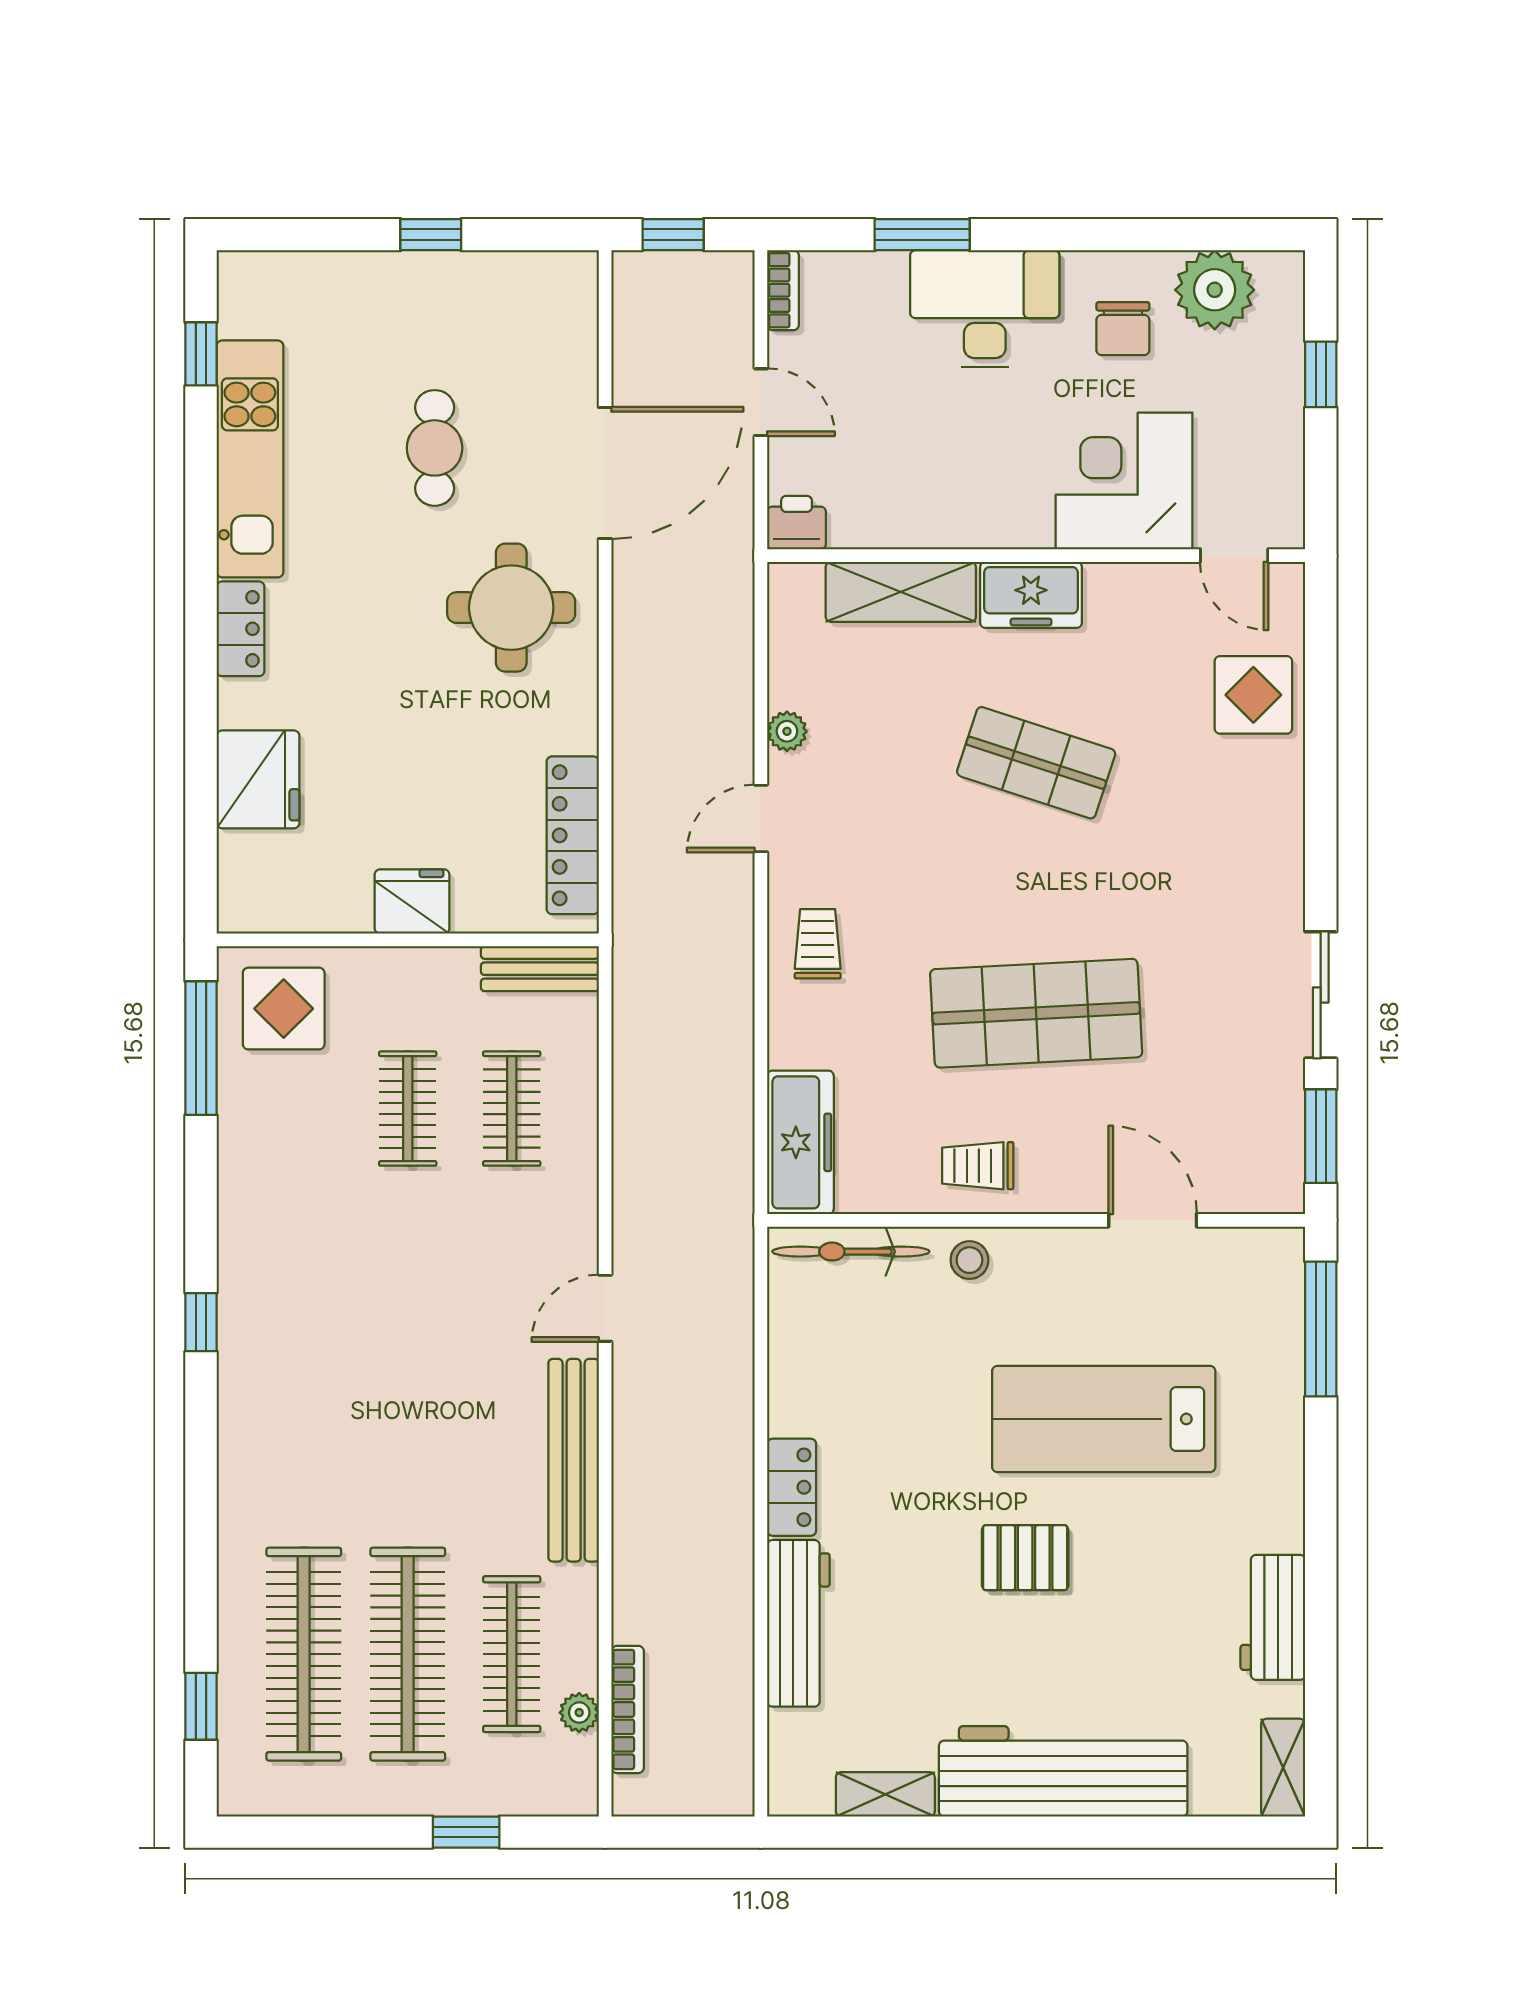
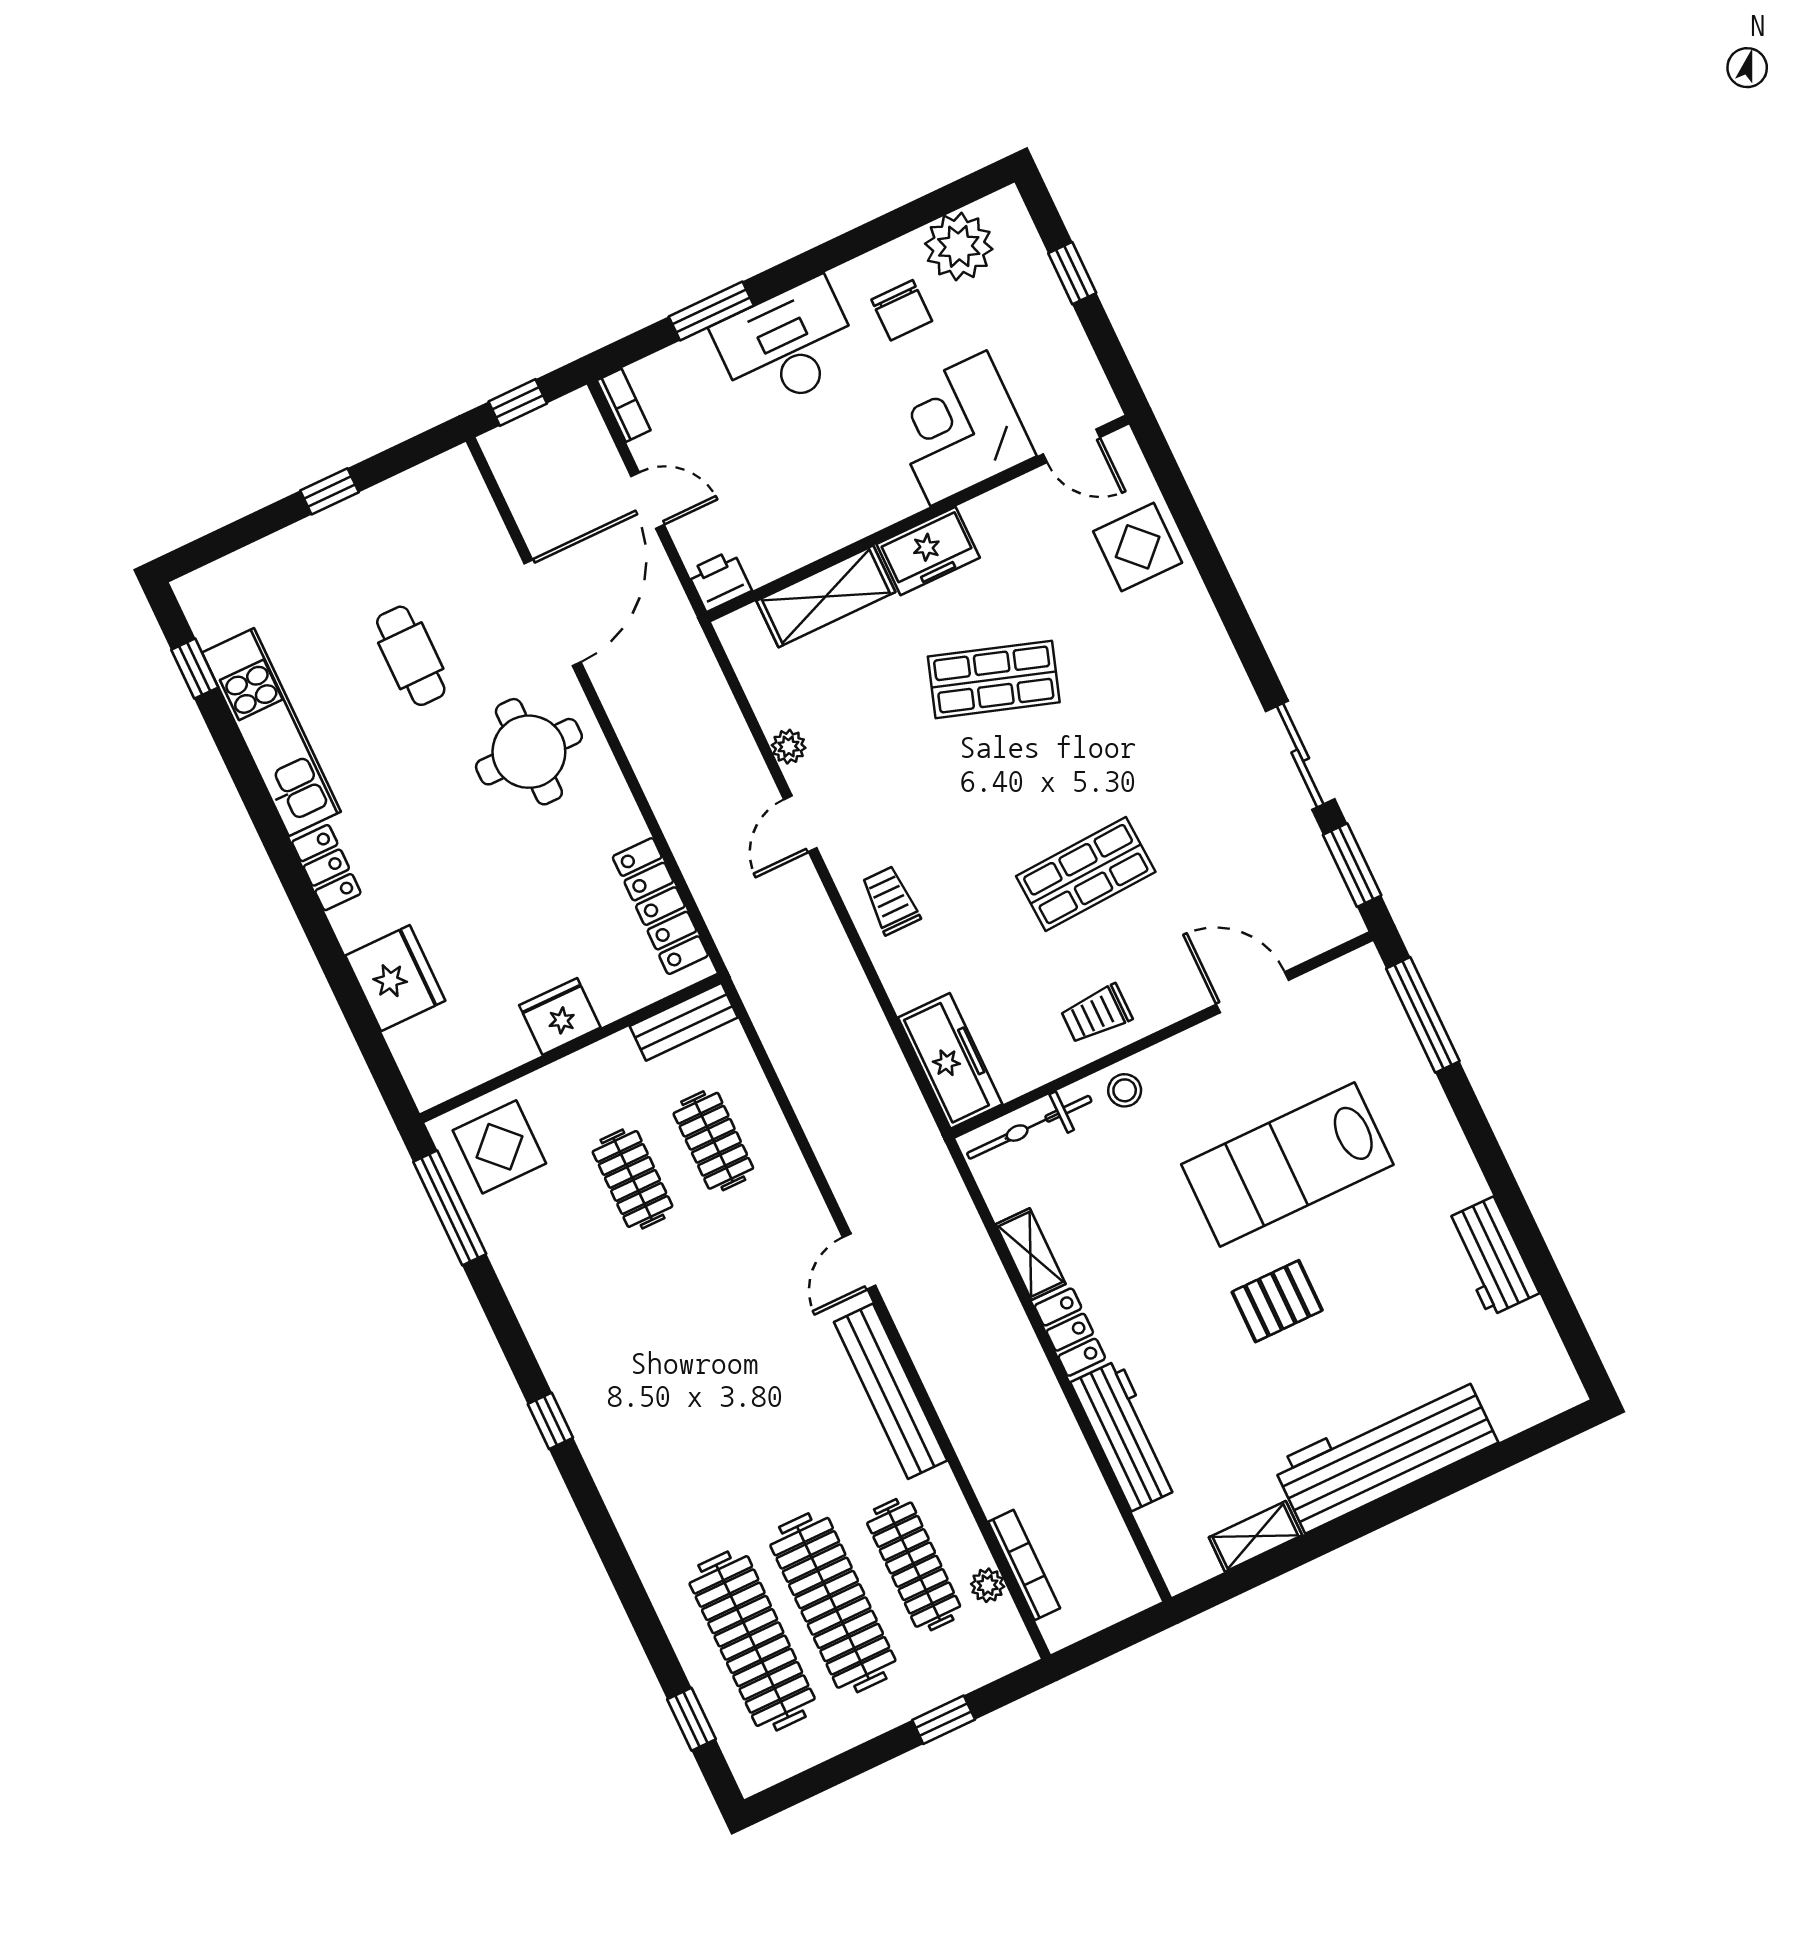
shop shelf: (1036, 1013) -> (1086, 874), width x0.70, depth x0.74
shelving: (1283, 1768) -> (1031, 1254), moved

